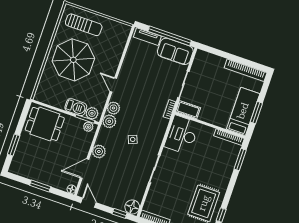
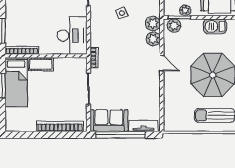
bookcase: (246, 70) -> (60, 126), moved
barbecue: (76, 107) -> (215, 26), moved
cot: (188, 110) -> (41, 64), moved
plant: (88, 127) -> (185, 10), moved

